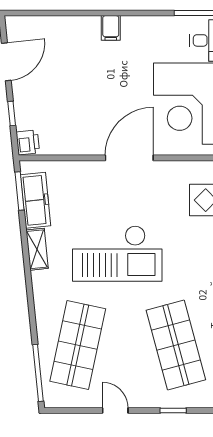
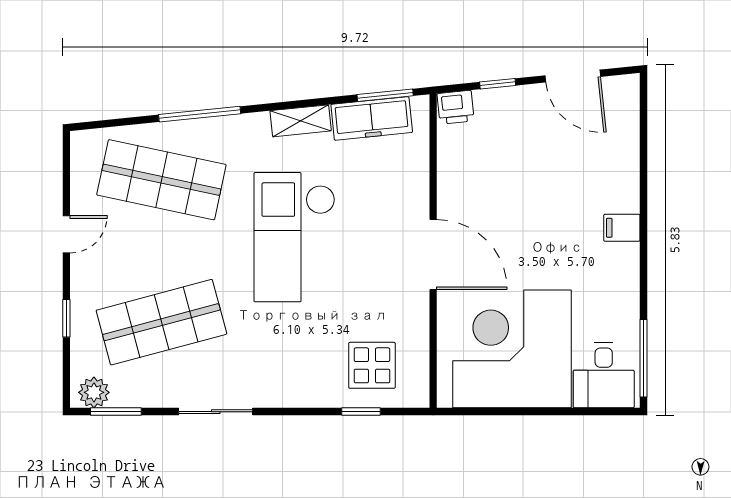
window: (38, 373) -> (200, 114), moved

